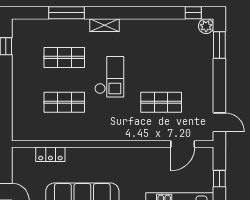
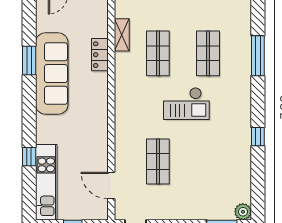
window: (193, 13) -> (258, 137), moved
shelving: (104, 25) -> (122, 35), moved
locker: (50, 154) -> (100, 55), moved

